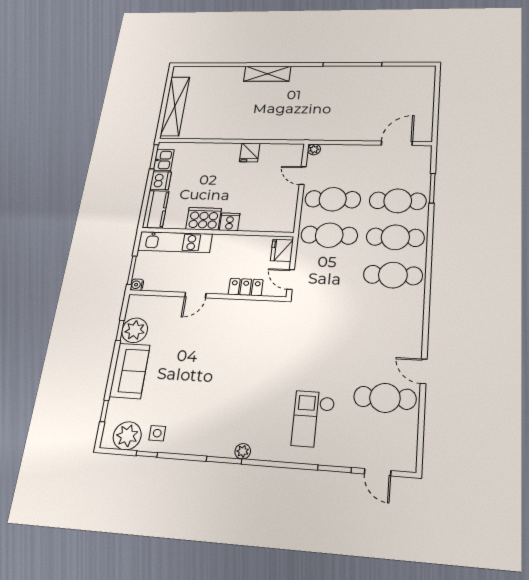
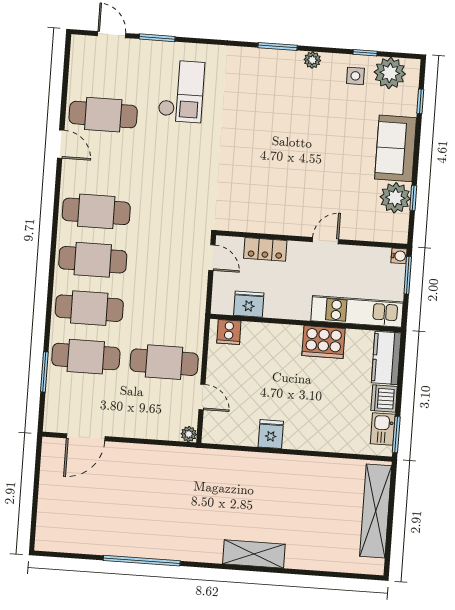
cooker: (230, 222) -> (229, 332), moved
cafe table: (329, 235) -> (96, 211), moved
fridge: (282, 250) -> (249, 304), moved, turned -90
plant: (243, 451) -> (312, 60), moved

